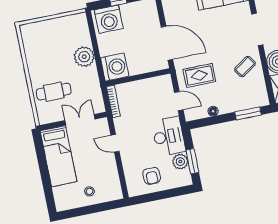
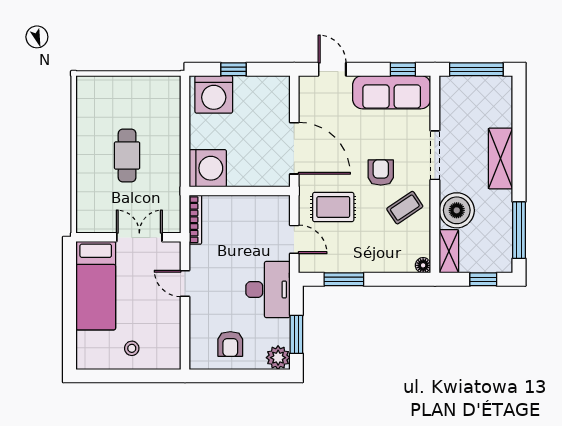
armchair: (225, 47) -> (381, 173), added
plant: (84, 57) -> (165, 143), removed
cafe table: (54, 92) -> (127, 156), moved, turned 90
floor lamp: (213, 111) -> (423, 265), moved
window: (248, 113) -> (344, 279), moved
plant: (180, 162) -> (278, 358), moved

